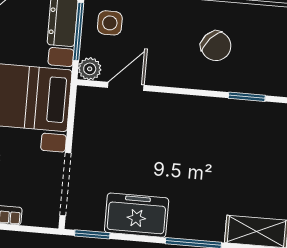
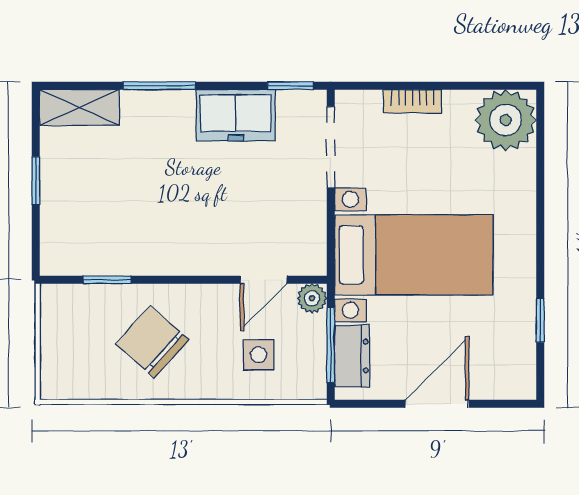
side table: (110, 23) -> (259, 355), moved
chair: (216, 46) -> (152, 342), width x1.37, depth x1.37

